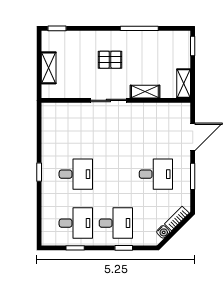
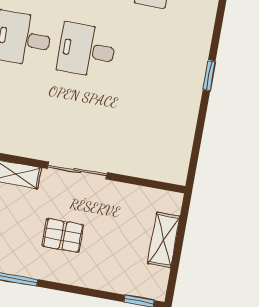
desk: (76, 174) -> (87, 50), moved

